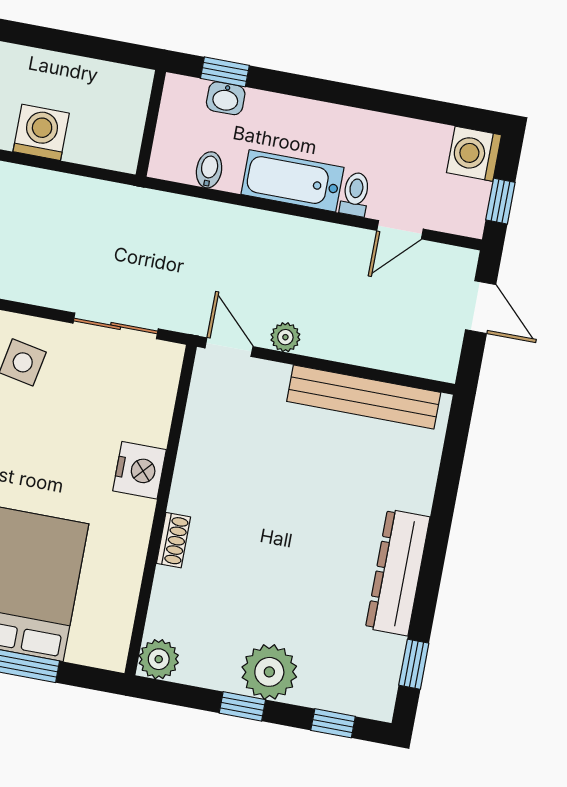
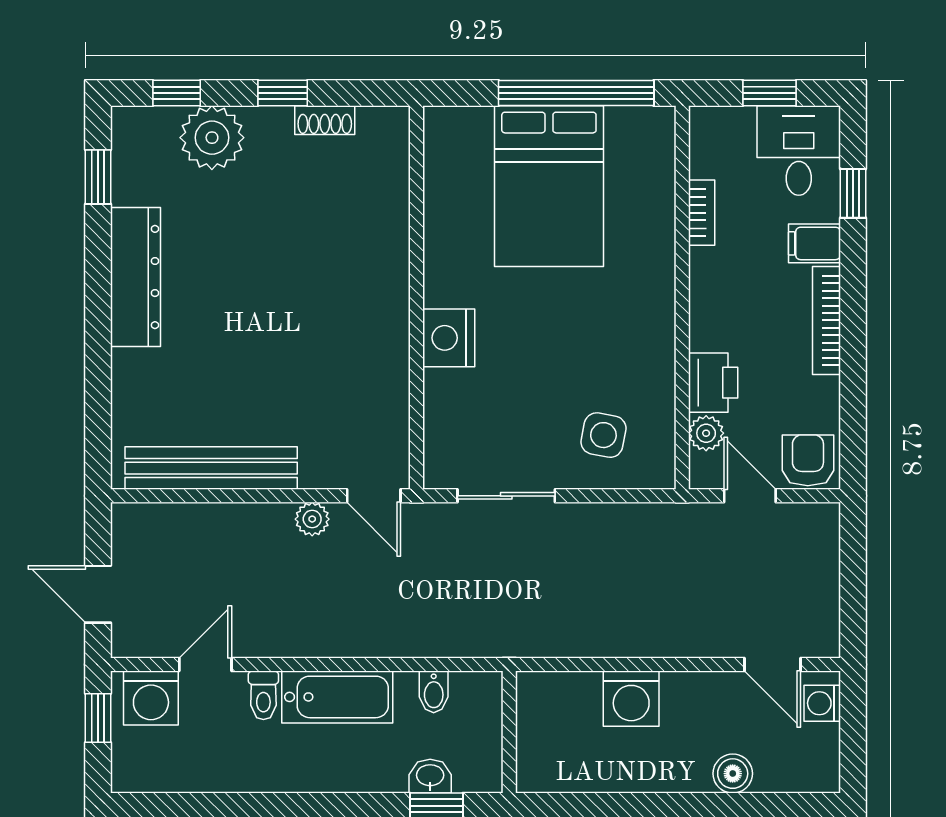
washing machine: (474, 154) -> (151, 698), moved, turned 90
shoe rack: (173, 540) -> (325, 120), moved, turned -90
plant: (159, 659) -> (387, 129), removed
plant: (269, 672) -> (212, 138), moved

